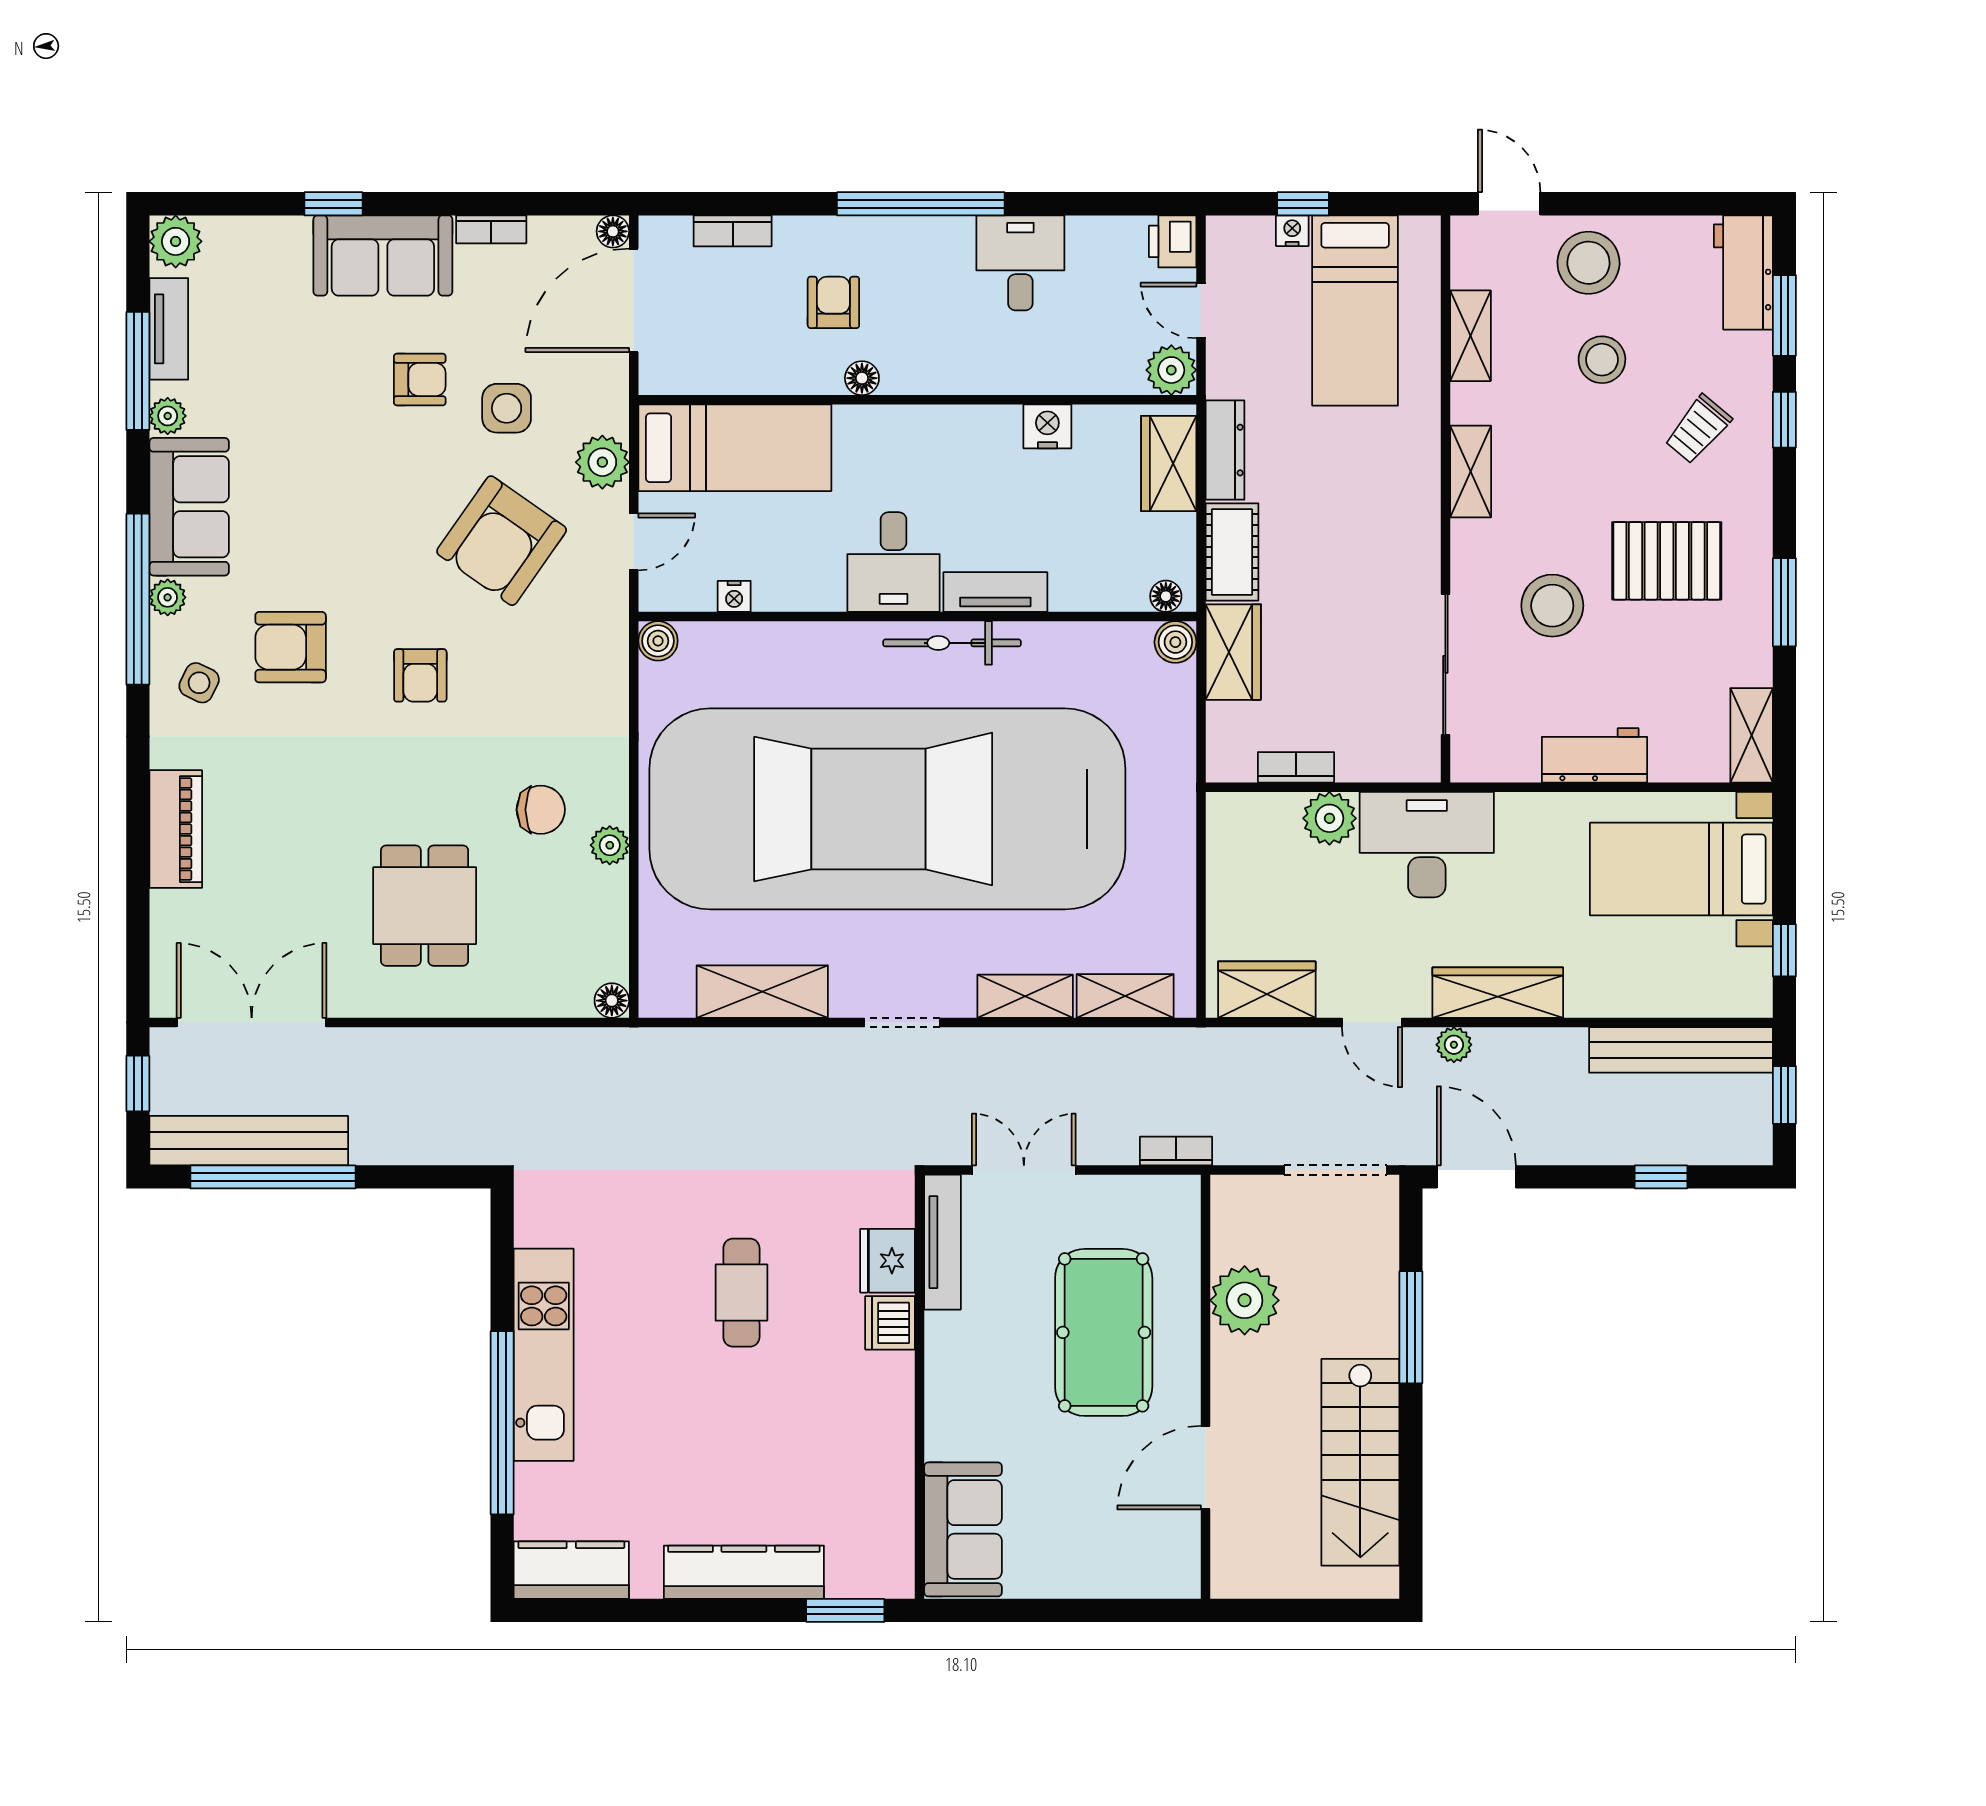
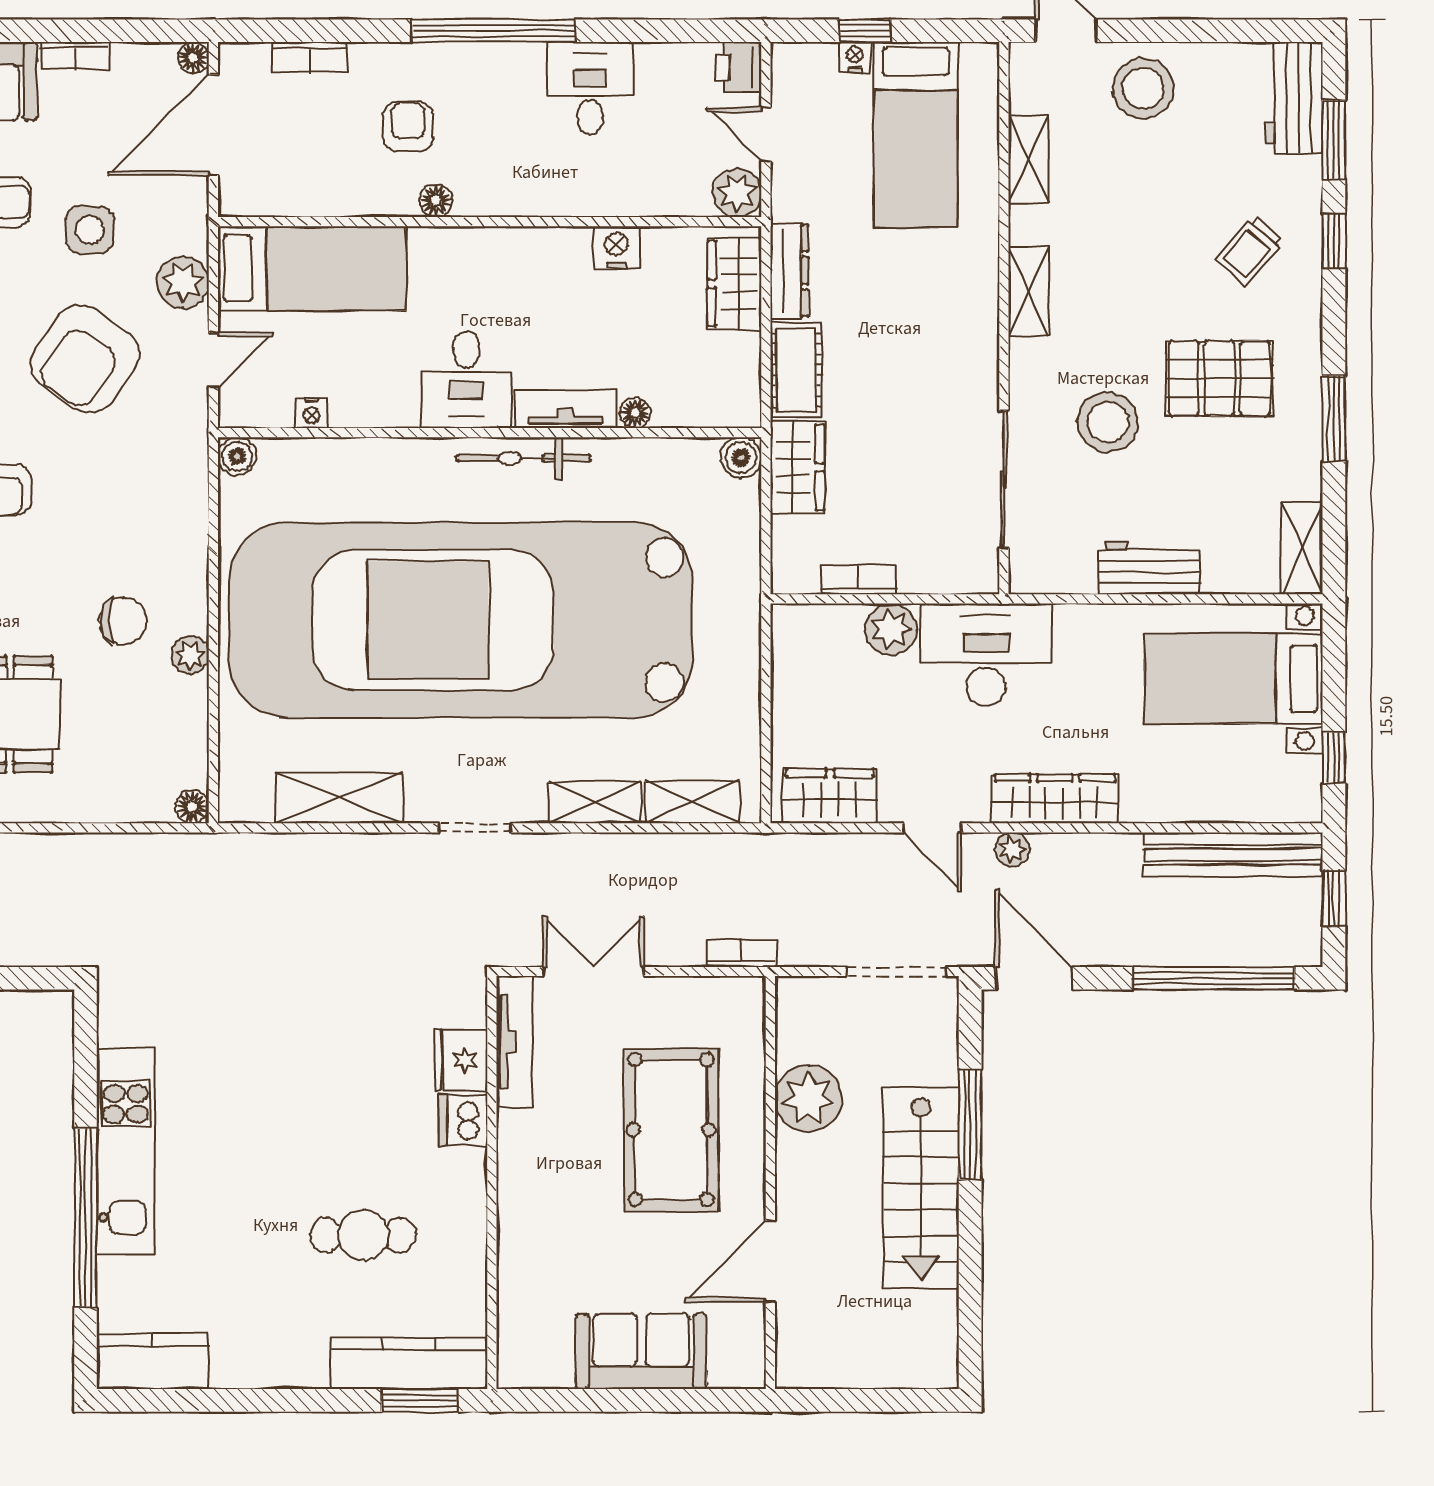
stool: (1602, 360) -> (1156, 183), removed
floor lamp: (1166, 596) -> (635, 413), moved
window: (1661, 1177) -> (1214, 978), width x3.17
cafe table: (741, 1293) -> (363, 1235), moved, turned 90
stairs: (1360, 1462) -> (921, 1188), moved
sofa: (963, 1529) -> (641, 1351), moved, turned -90
kitchen counter: (744, 1572) -> (409, 1363), moved

